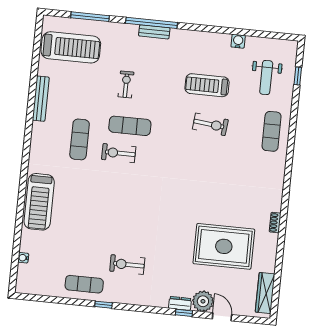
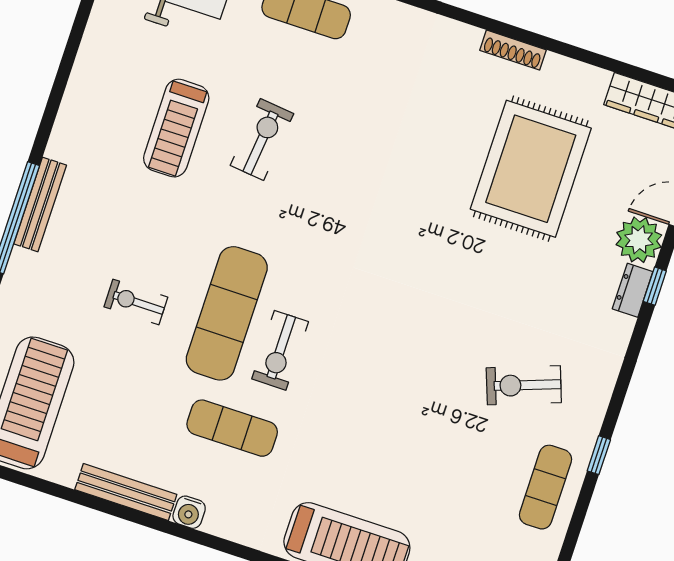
bench: (154, 32) -> (40, 204), width x1.36
water cooler: (238, 41) -> (189, 512), moved, turned -90
exercise mat: (130, 126) -> (227, 313), width x1.36, depth x1.45
shoe rack: (275, 223) -> (513, 50), width x1.43
exercise bike: (127, 265) -> (524, 385), turned 70

